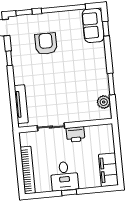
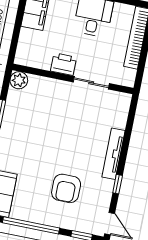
plant: (104, 102) -> (19, 80), moved
tv unit: (21, 104) -> (113, 154), moved

